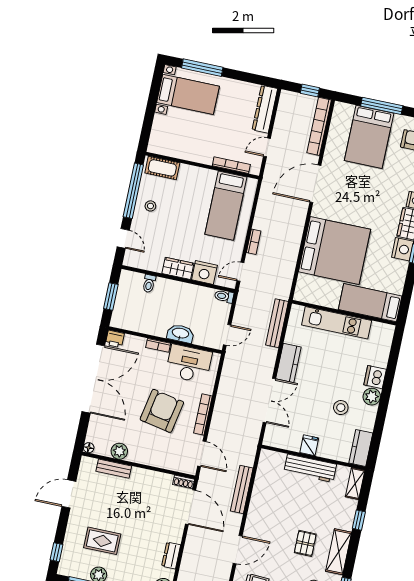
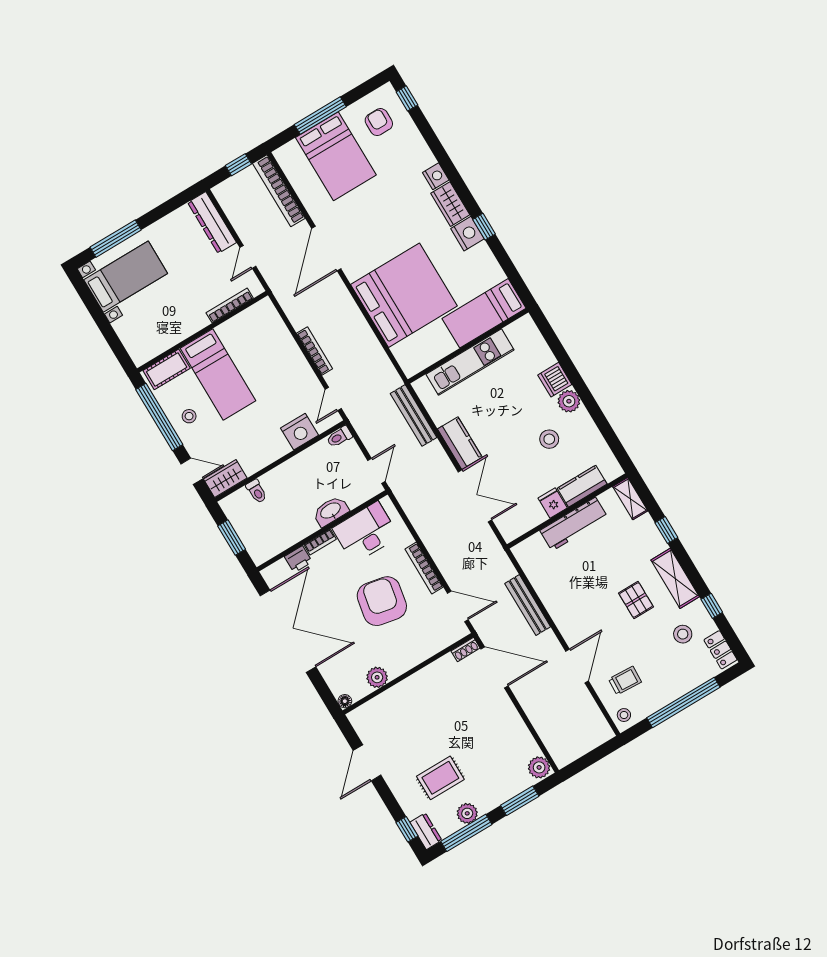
bed: (226, 206) -> (218, 374), moved
bookcase: (254, 242) -> (315, 351), width x1.56
wardrobe: (178, 268) -> (225, 478), moved
printer: (115, 339) -> (298, 559), moved
kitchen counter: (361, 448) -> (582, 486), moved, turned 90
bench: (114, 469) -> (387, 699), removed
dresser: (171, 555) -> (426, 831), moved, turned 180

